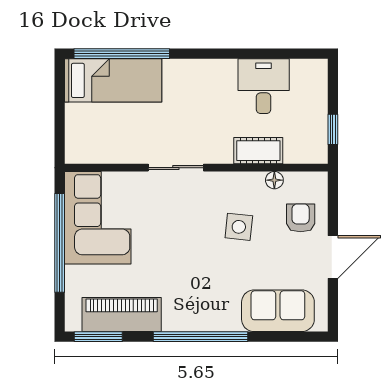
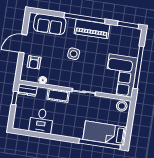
stool: (84, 149) -> (122, 106), added
cot: (258, 151) -> (58, 95), moved
dresser: (306, 152) -> (28, 90), added
side table: (239, 227) -> (74, 54), moved
piano: (122, 315) -> (92, 29), moved

